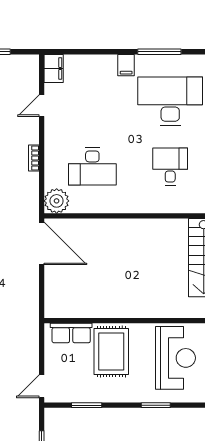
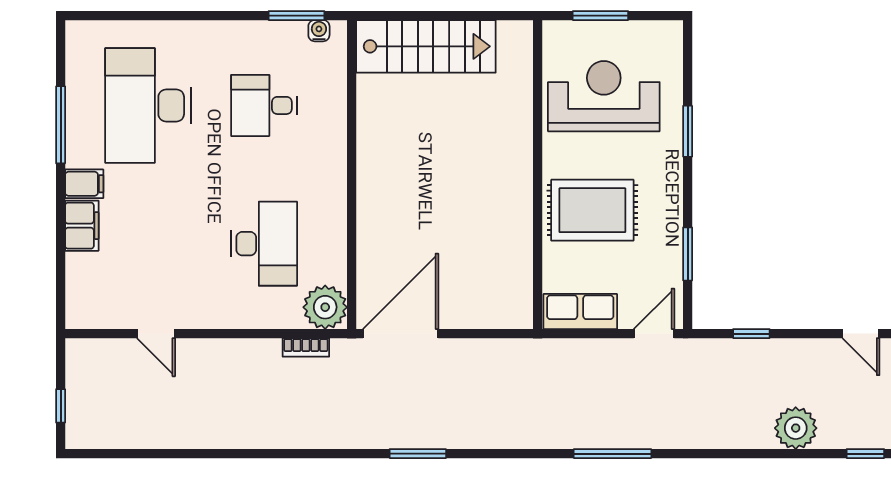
filing cabinet: (54, 68) -> (82, 226), moved, turned 90
bookcase: (34, 158) -> (306, 347), moved
row of seats: (71, 333) -> (580, 311), moved, turned -90
door: (42, 386) -> (654, 334), swing flipped

